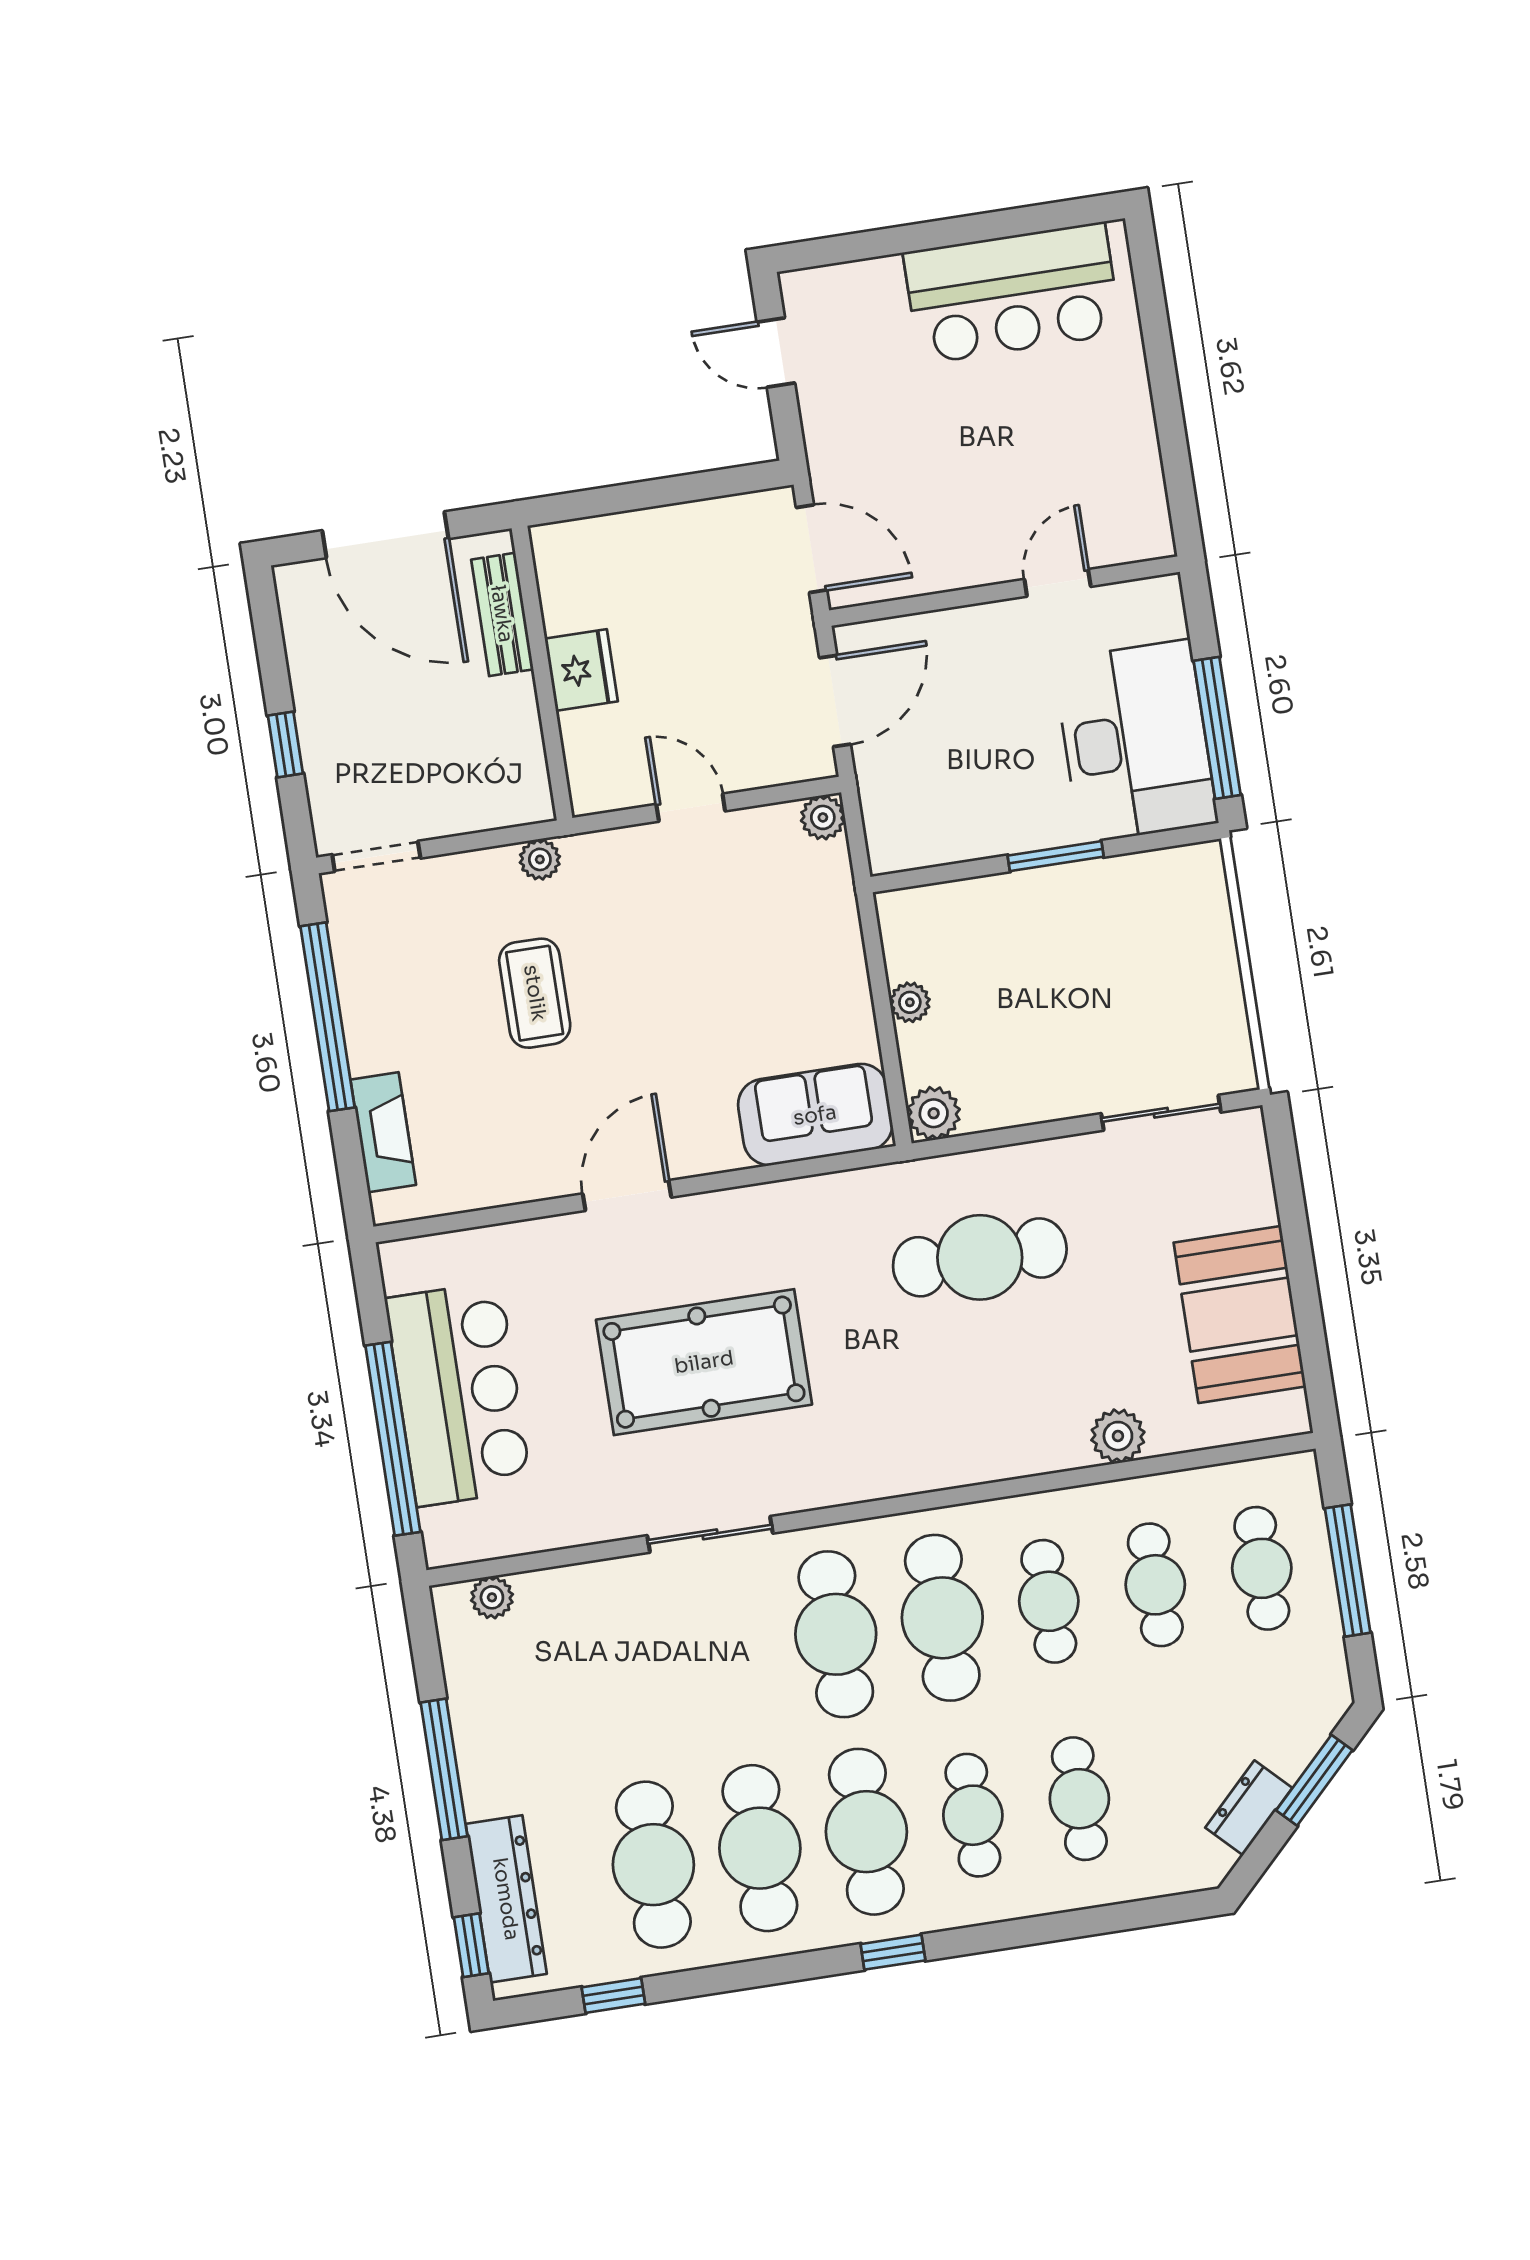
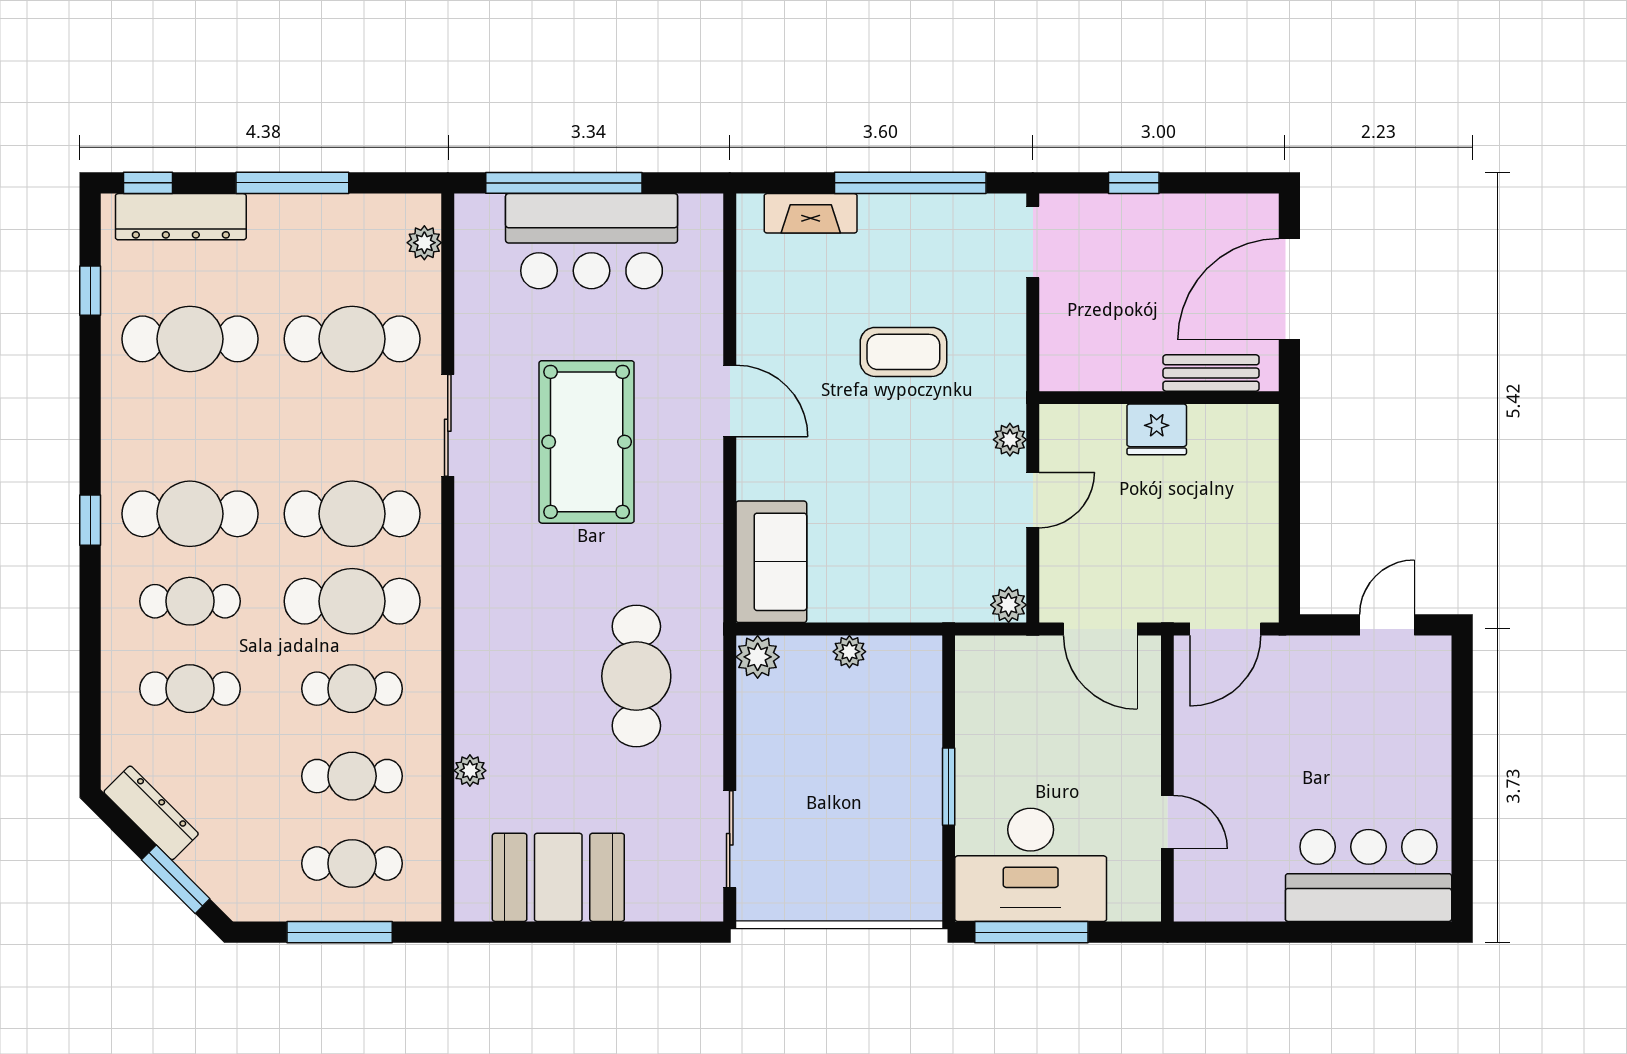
bar counter: (1012, 293) -> (1369, 875), moved, turned 90
plant: (540, 859) -> (1010, 440), moved
plant: (1118, 1436) -> (470, 771), width x0.73, depth x0.73
dresser: (1249, 1808) -> (151, 813), width x1.44
cafe table: (760, 1848) -> (352, 339), moved

